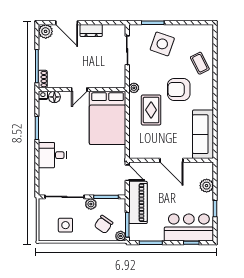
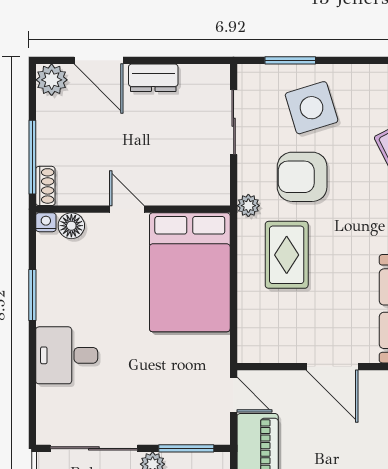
side table: (162, 44) -> (312, 108), turned -36
door: (79, 89) -> (127, 209), swing flipped
armchair: (179, 89) -> (302, 177), moved

